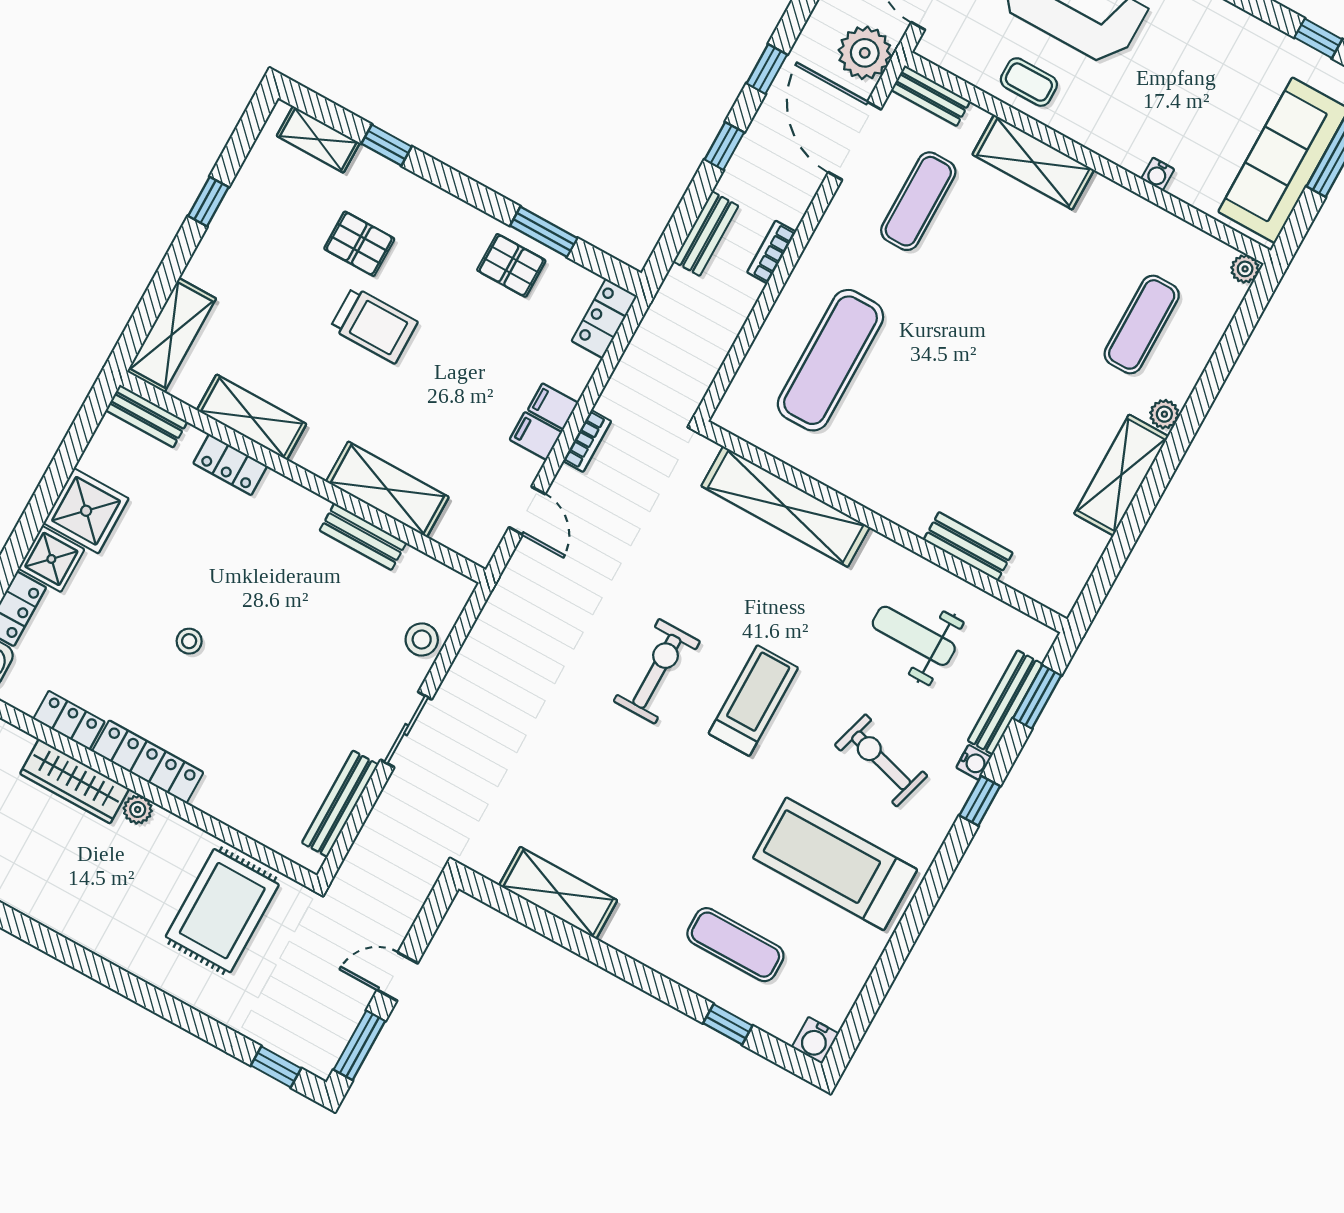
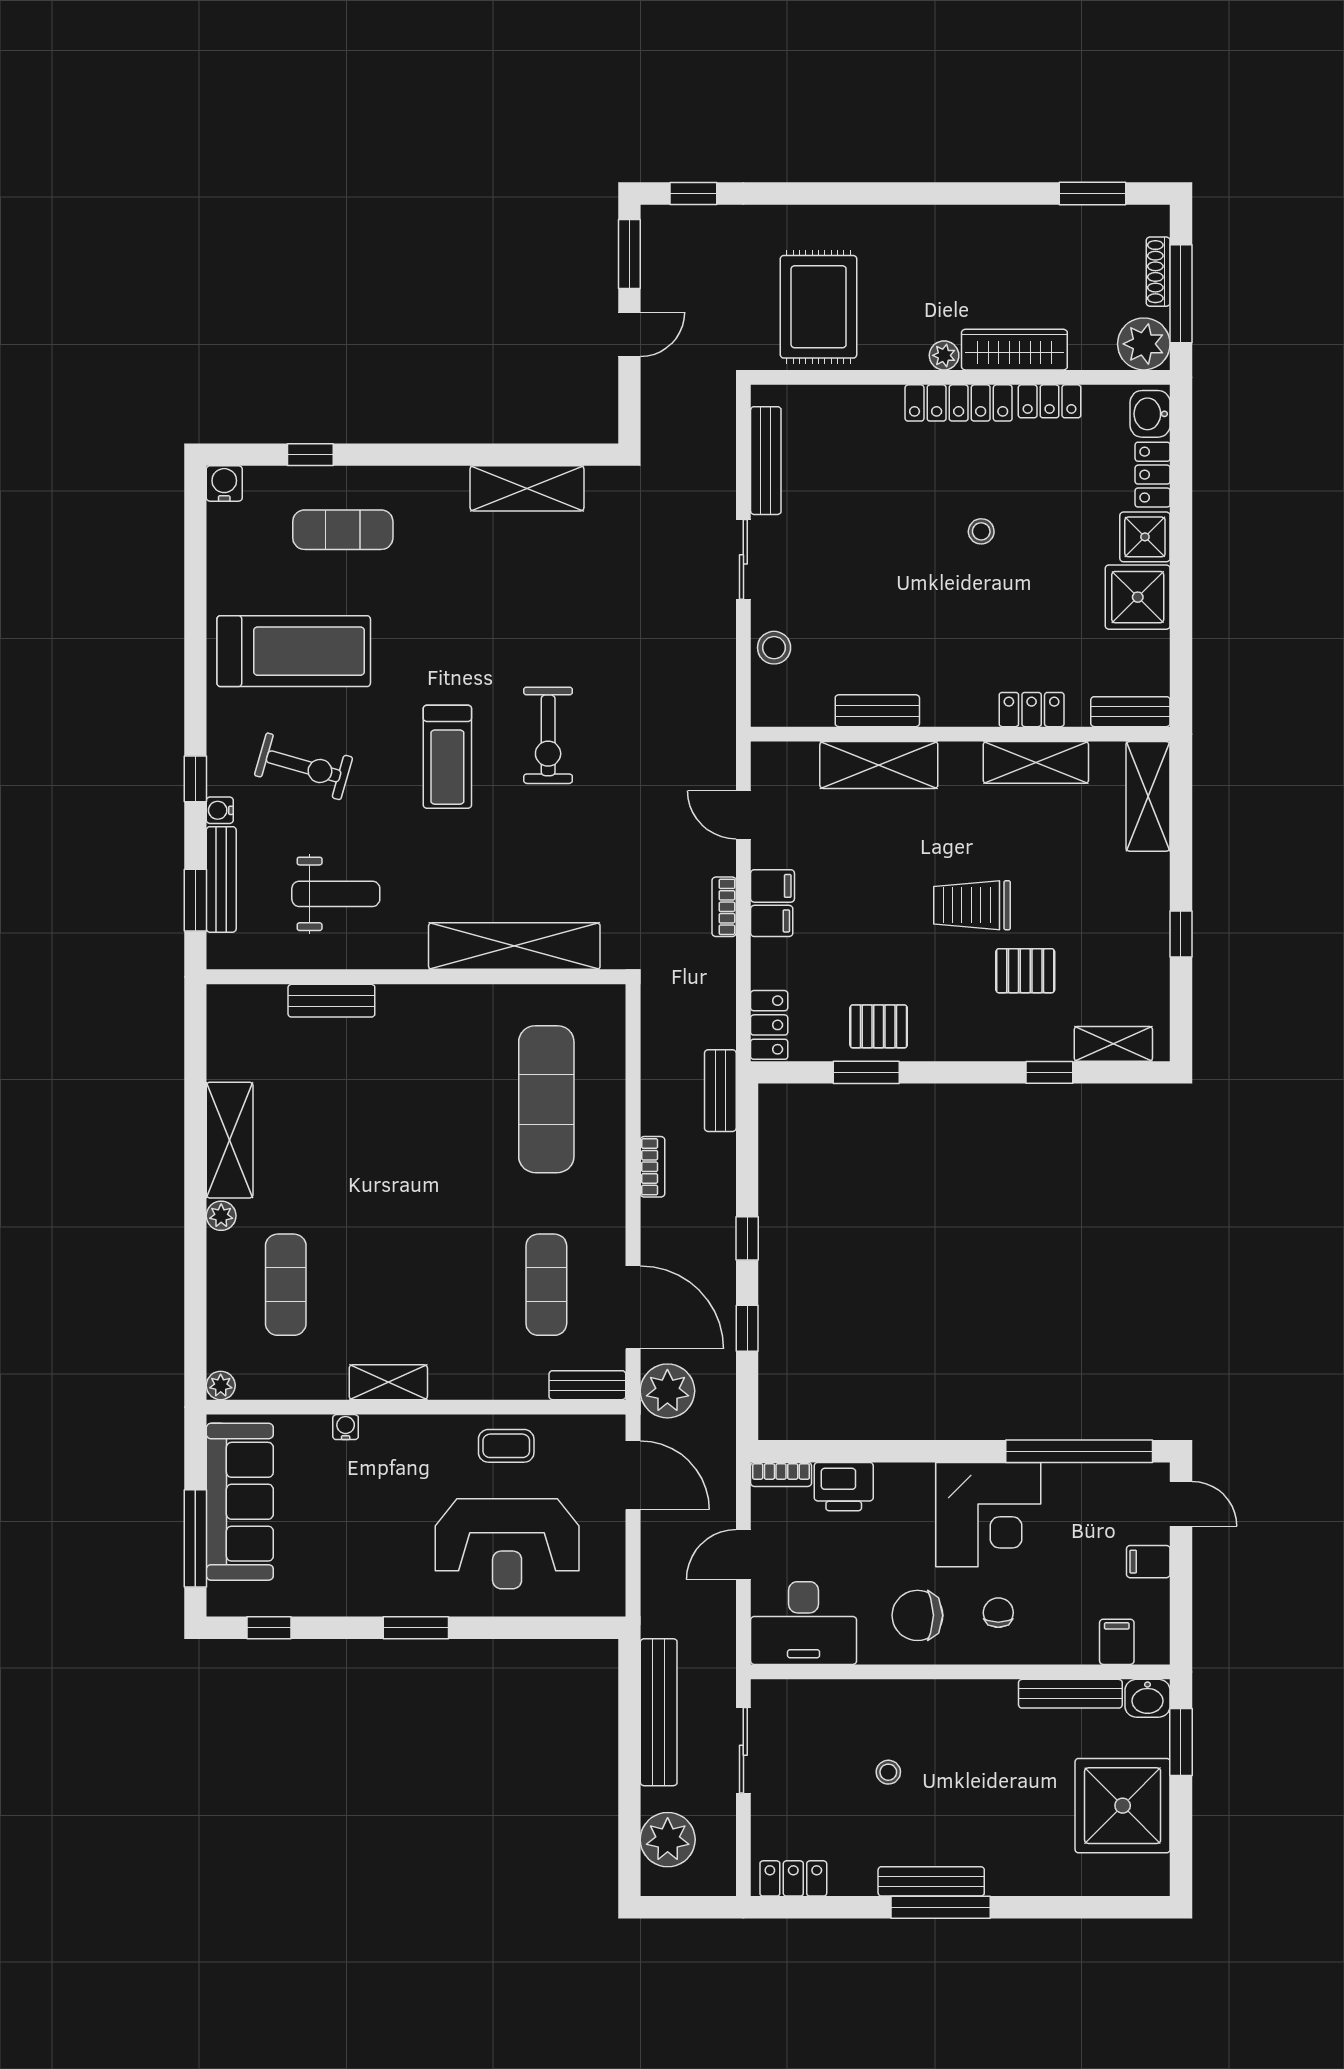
shelving: (1033, 162) -> (388, 1382), moved, width x0.67, depth x0.75
bench: (706, 234) -> (720, 1091), moved

